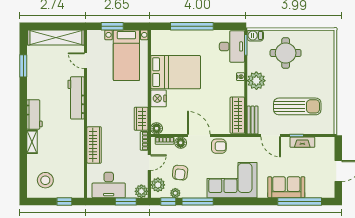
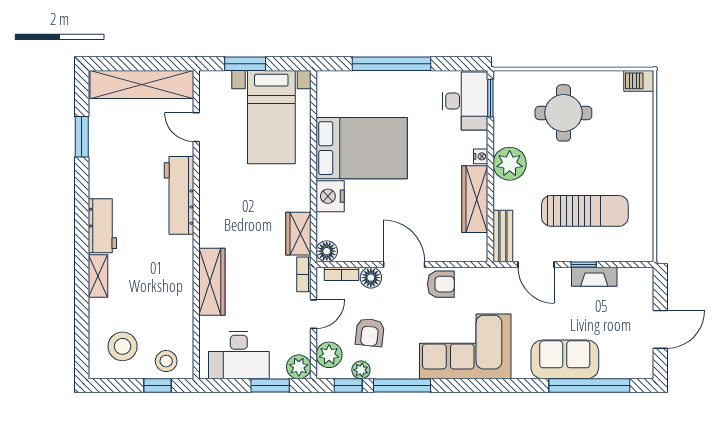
barbecue: (255, 35) -> (639, 81), moved
wardrobe: (237, 115) -> (475, 199), moved
stool: (69, 188) -> (166, 361), added

